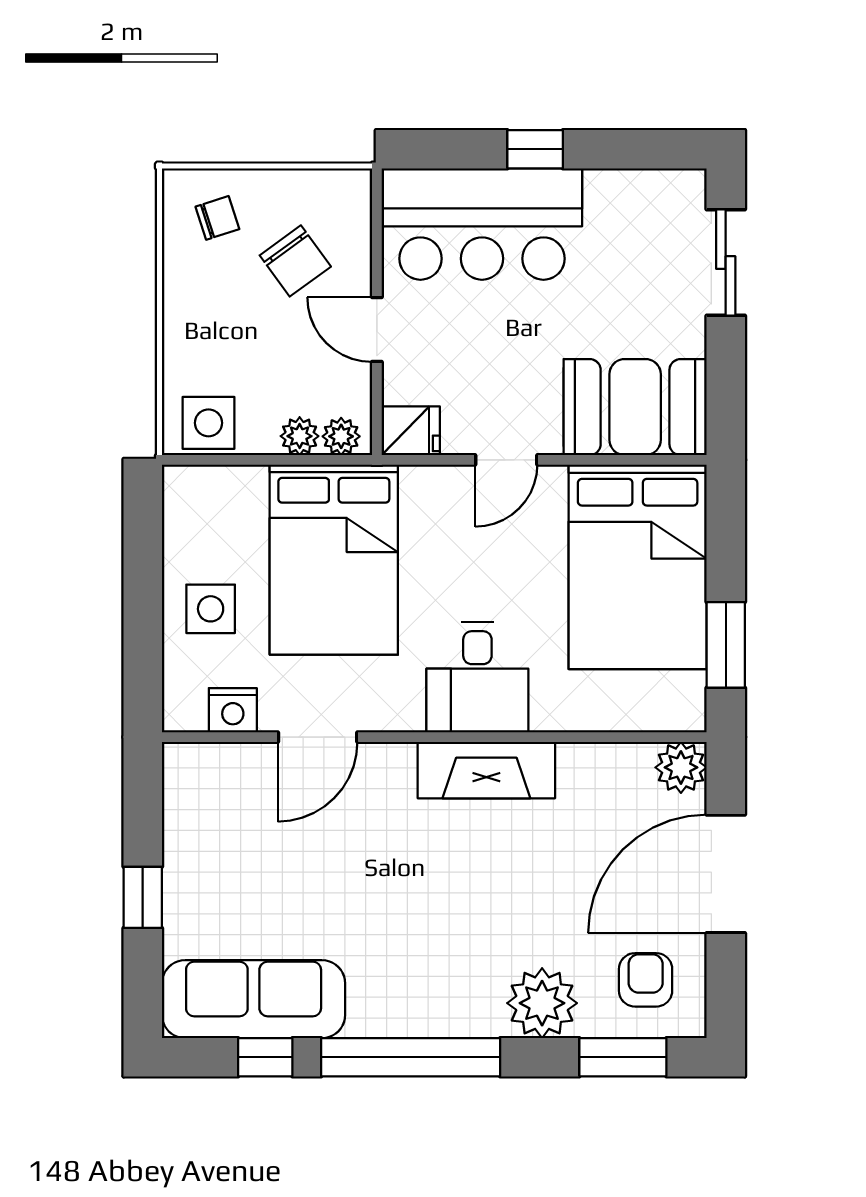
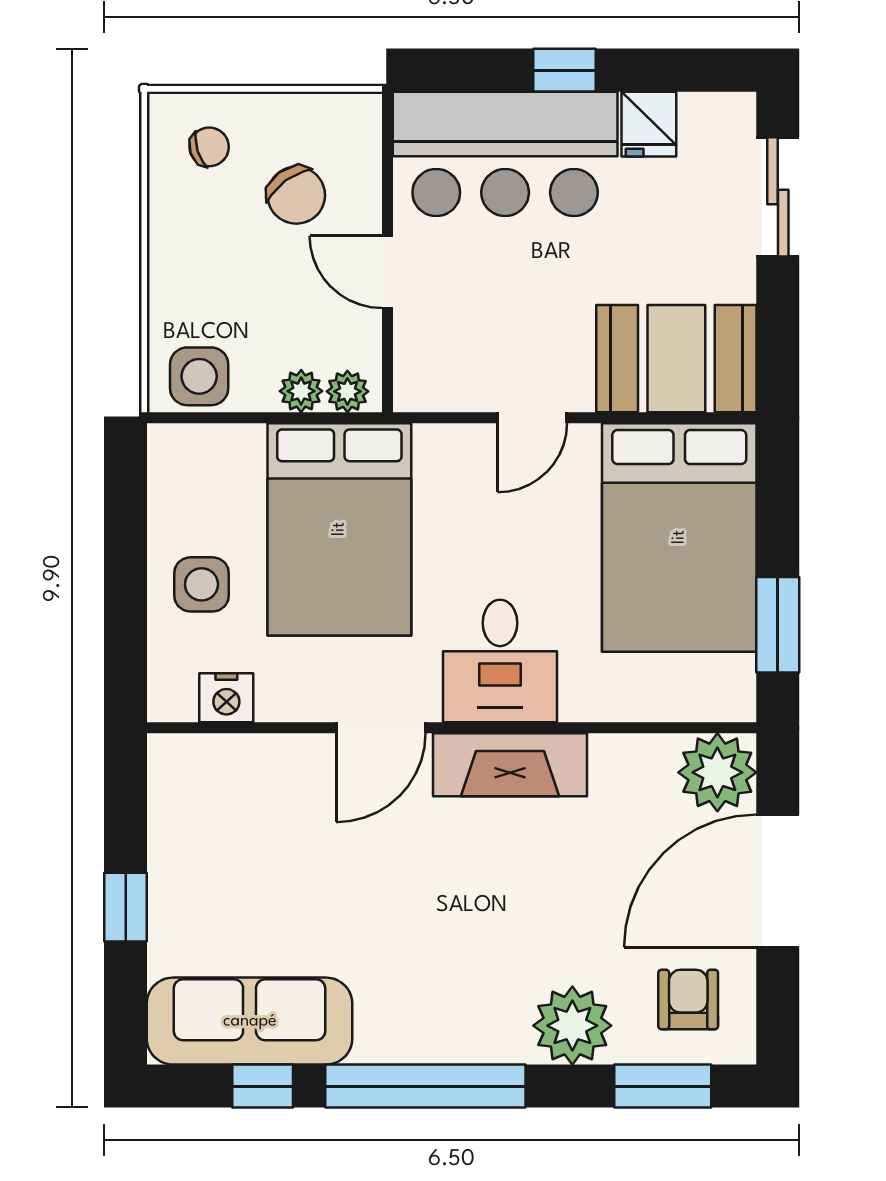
fridge: (411, 431) -> (649, 124), moved, turned 90
door: (318, 737) -> (381, 728), moved
plant: (681, 767) -> (717, 772), width x1.36, depth x1.36

